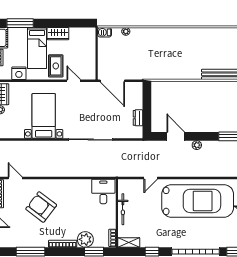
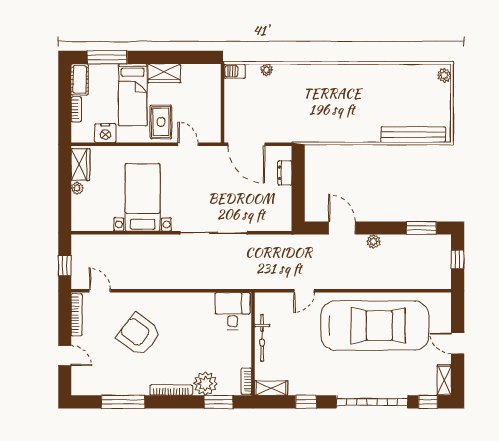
dresser: (138, 118) -> (285, 173), moved

